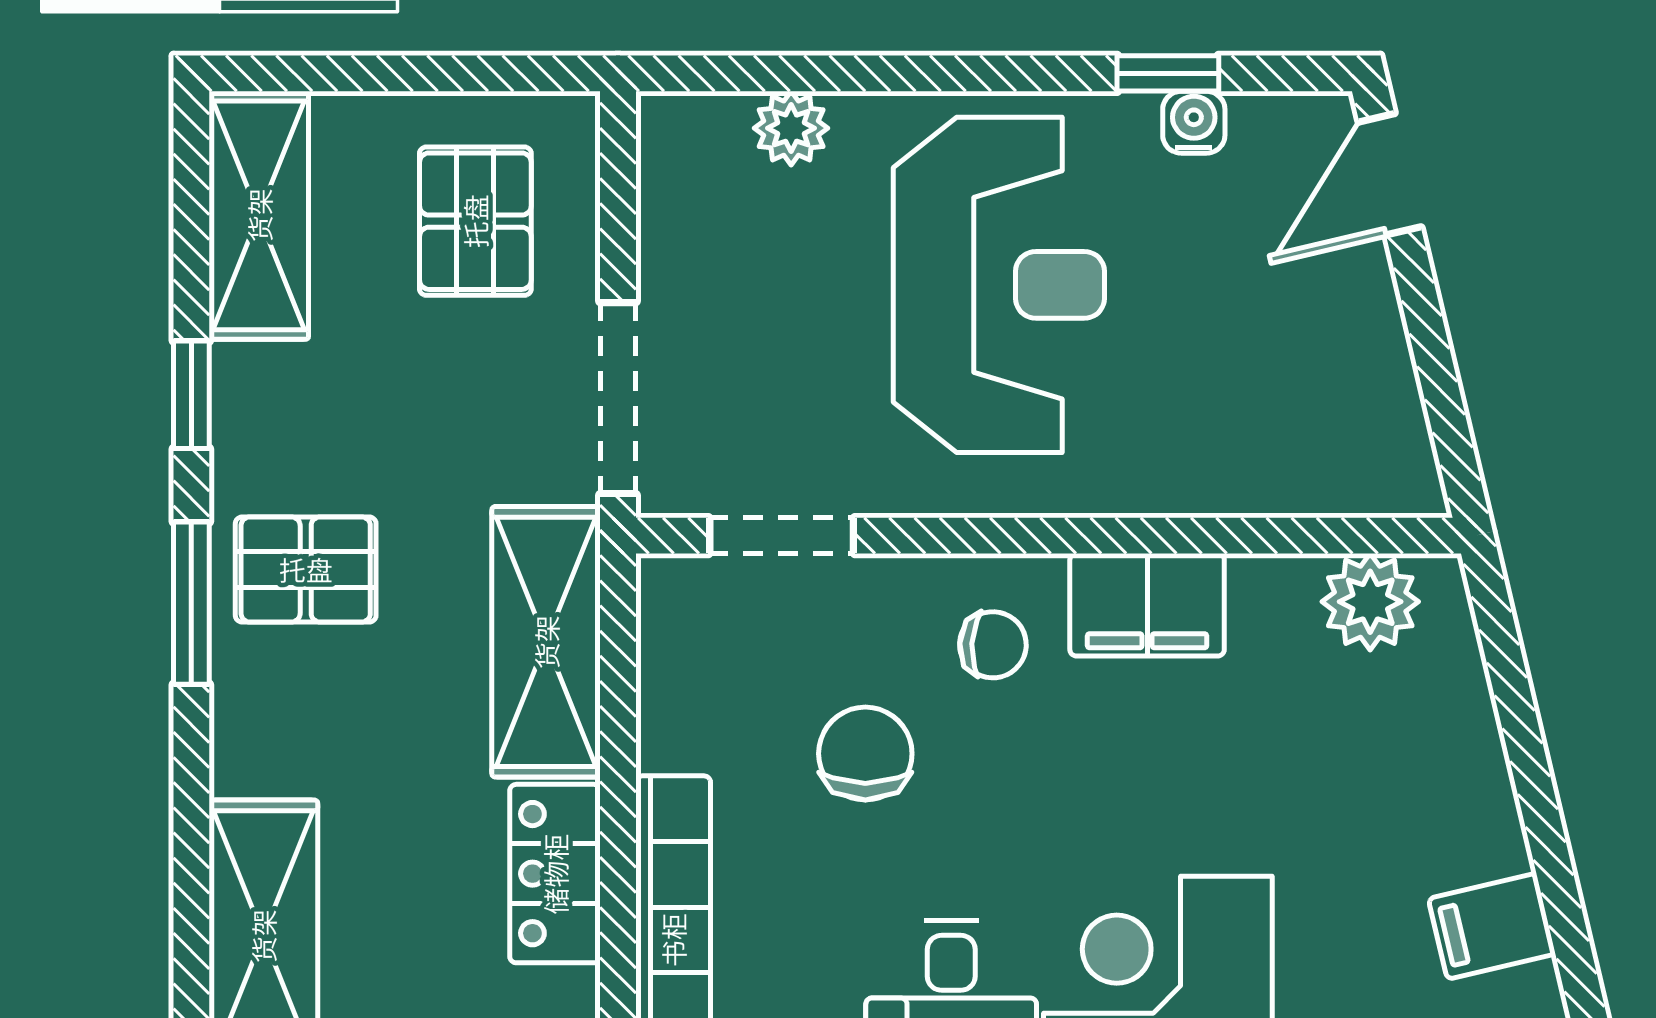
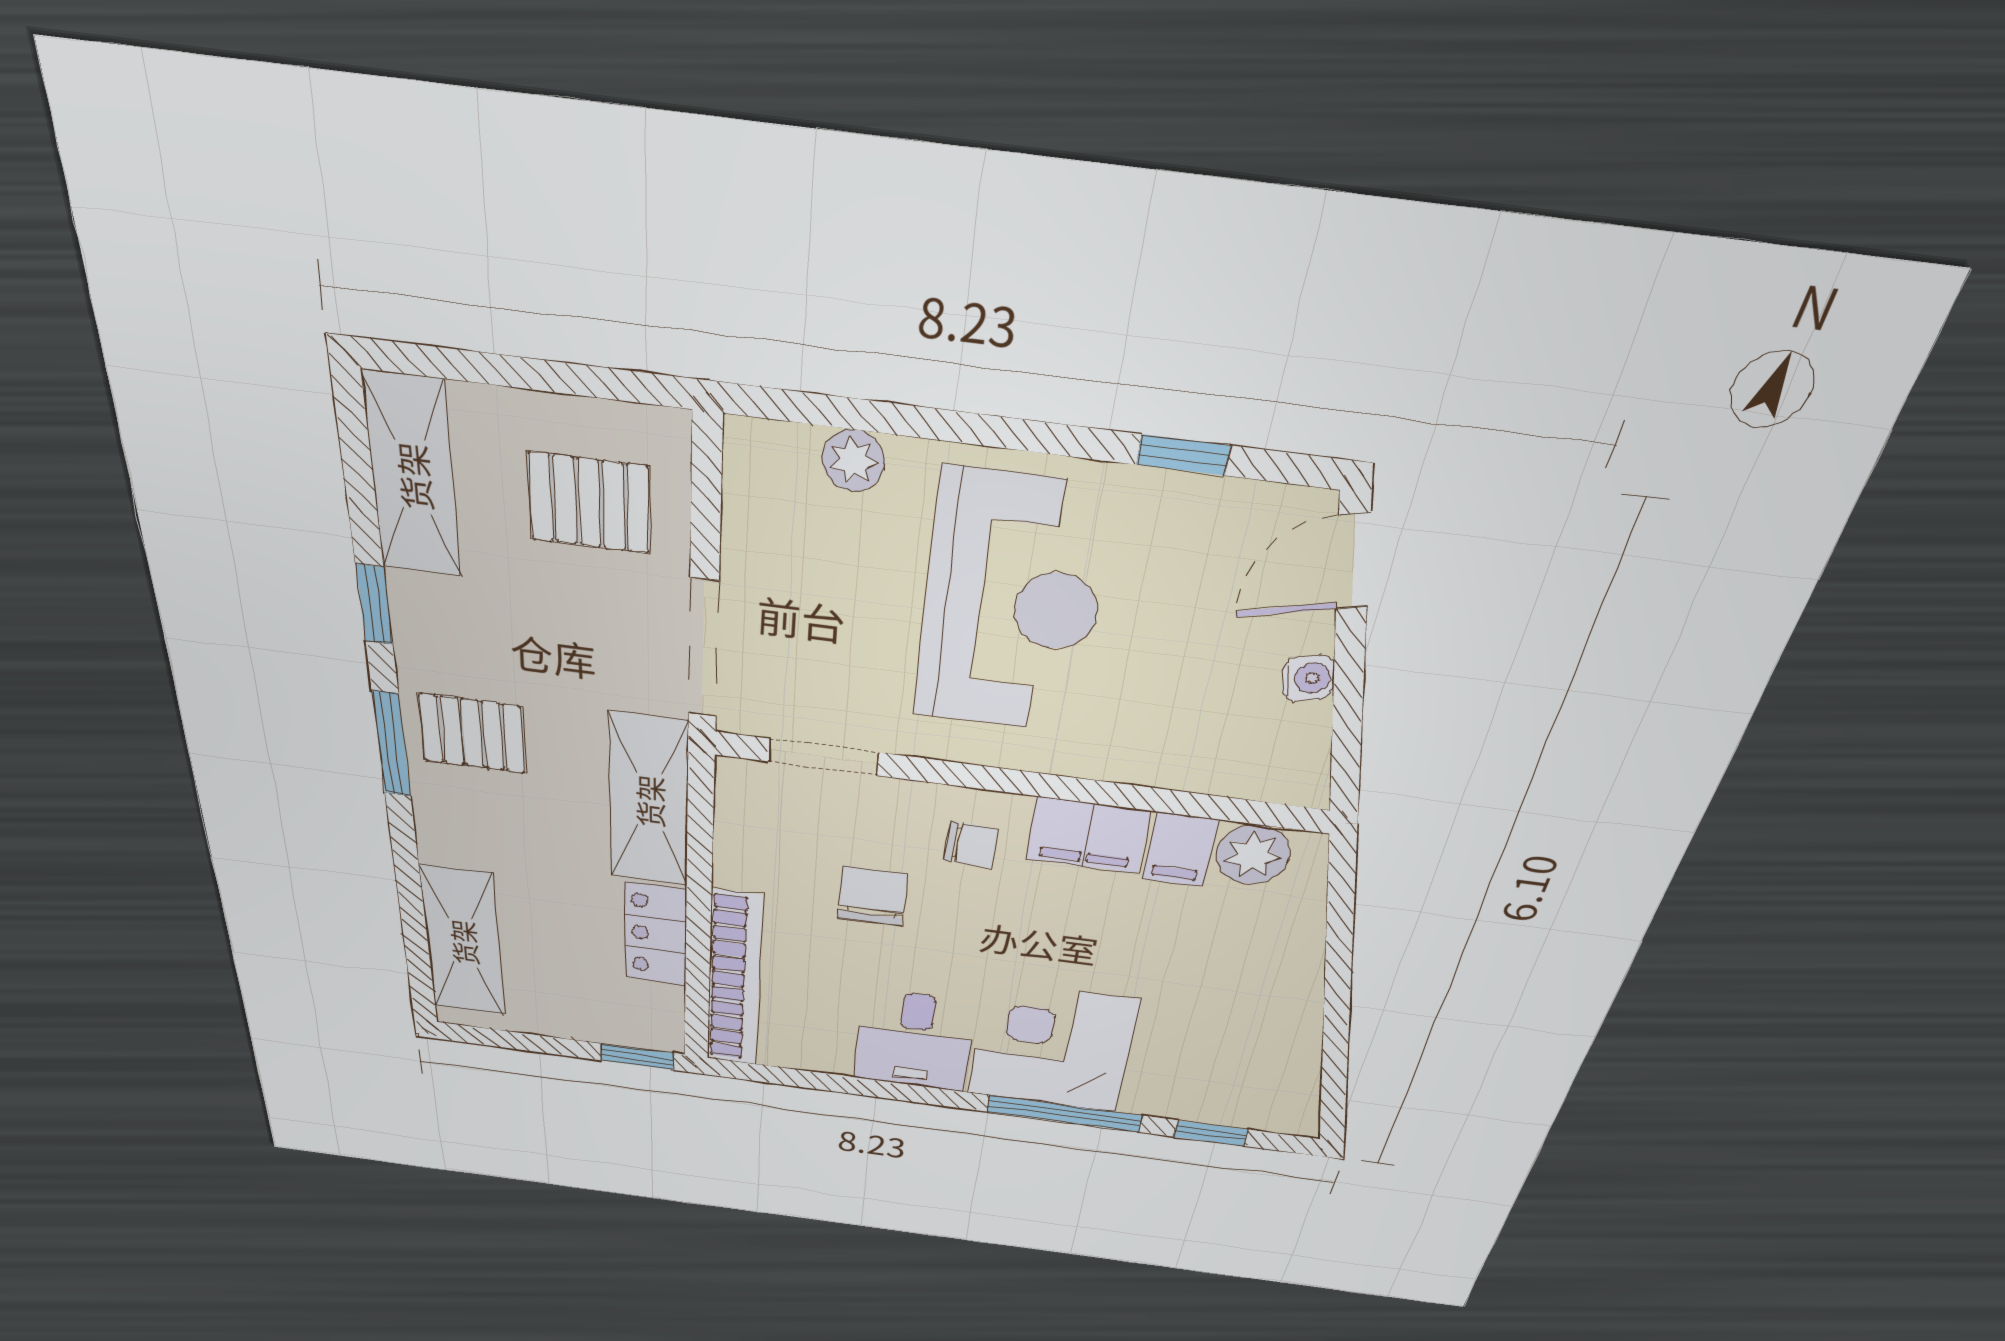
water cooler: (1194, 122) -> (1308, 678), moved, turned 77
pallet: (475, 221) -> (589, 503), turned 90
filing cabinet: (1492, 926) -> (1180, 850), moved, turned -77

